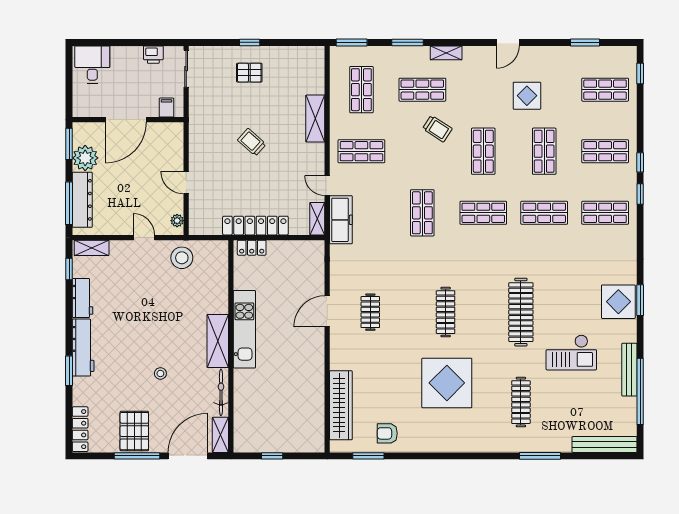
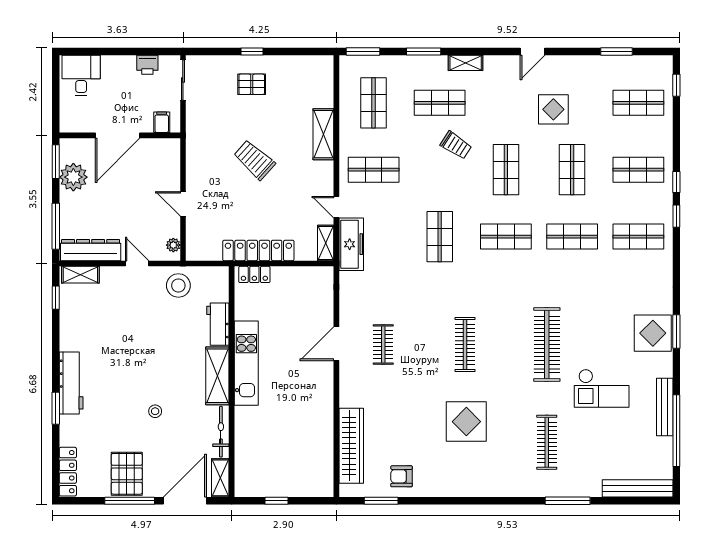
trolley: (252, 142) -> (254, 160), width x1.36, depth x1.39
dresser: (82, 200) -> (91, 250), moved, turned -90
workbench: (82, 298) -> (218, 324), moved, turned 180
display table: (447, 383) -> (466, 422), width x0.73, depth x0.73

